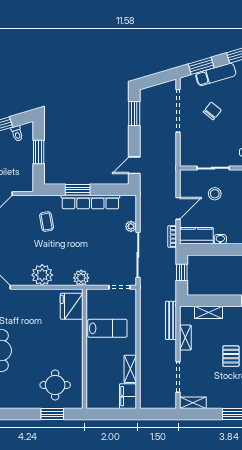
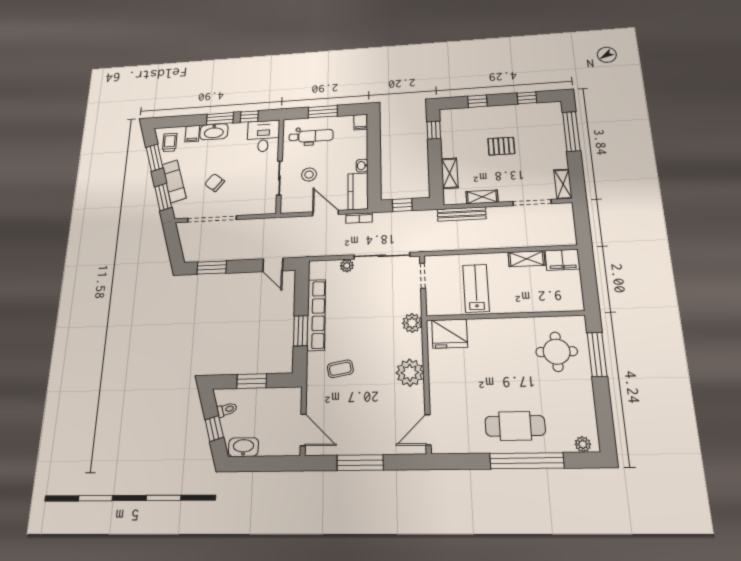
window: (52, 414) -> (597, 354), width x1.44

